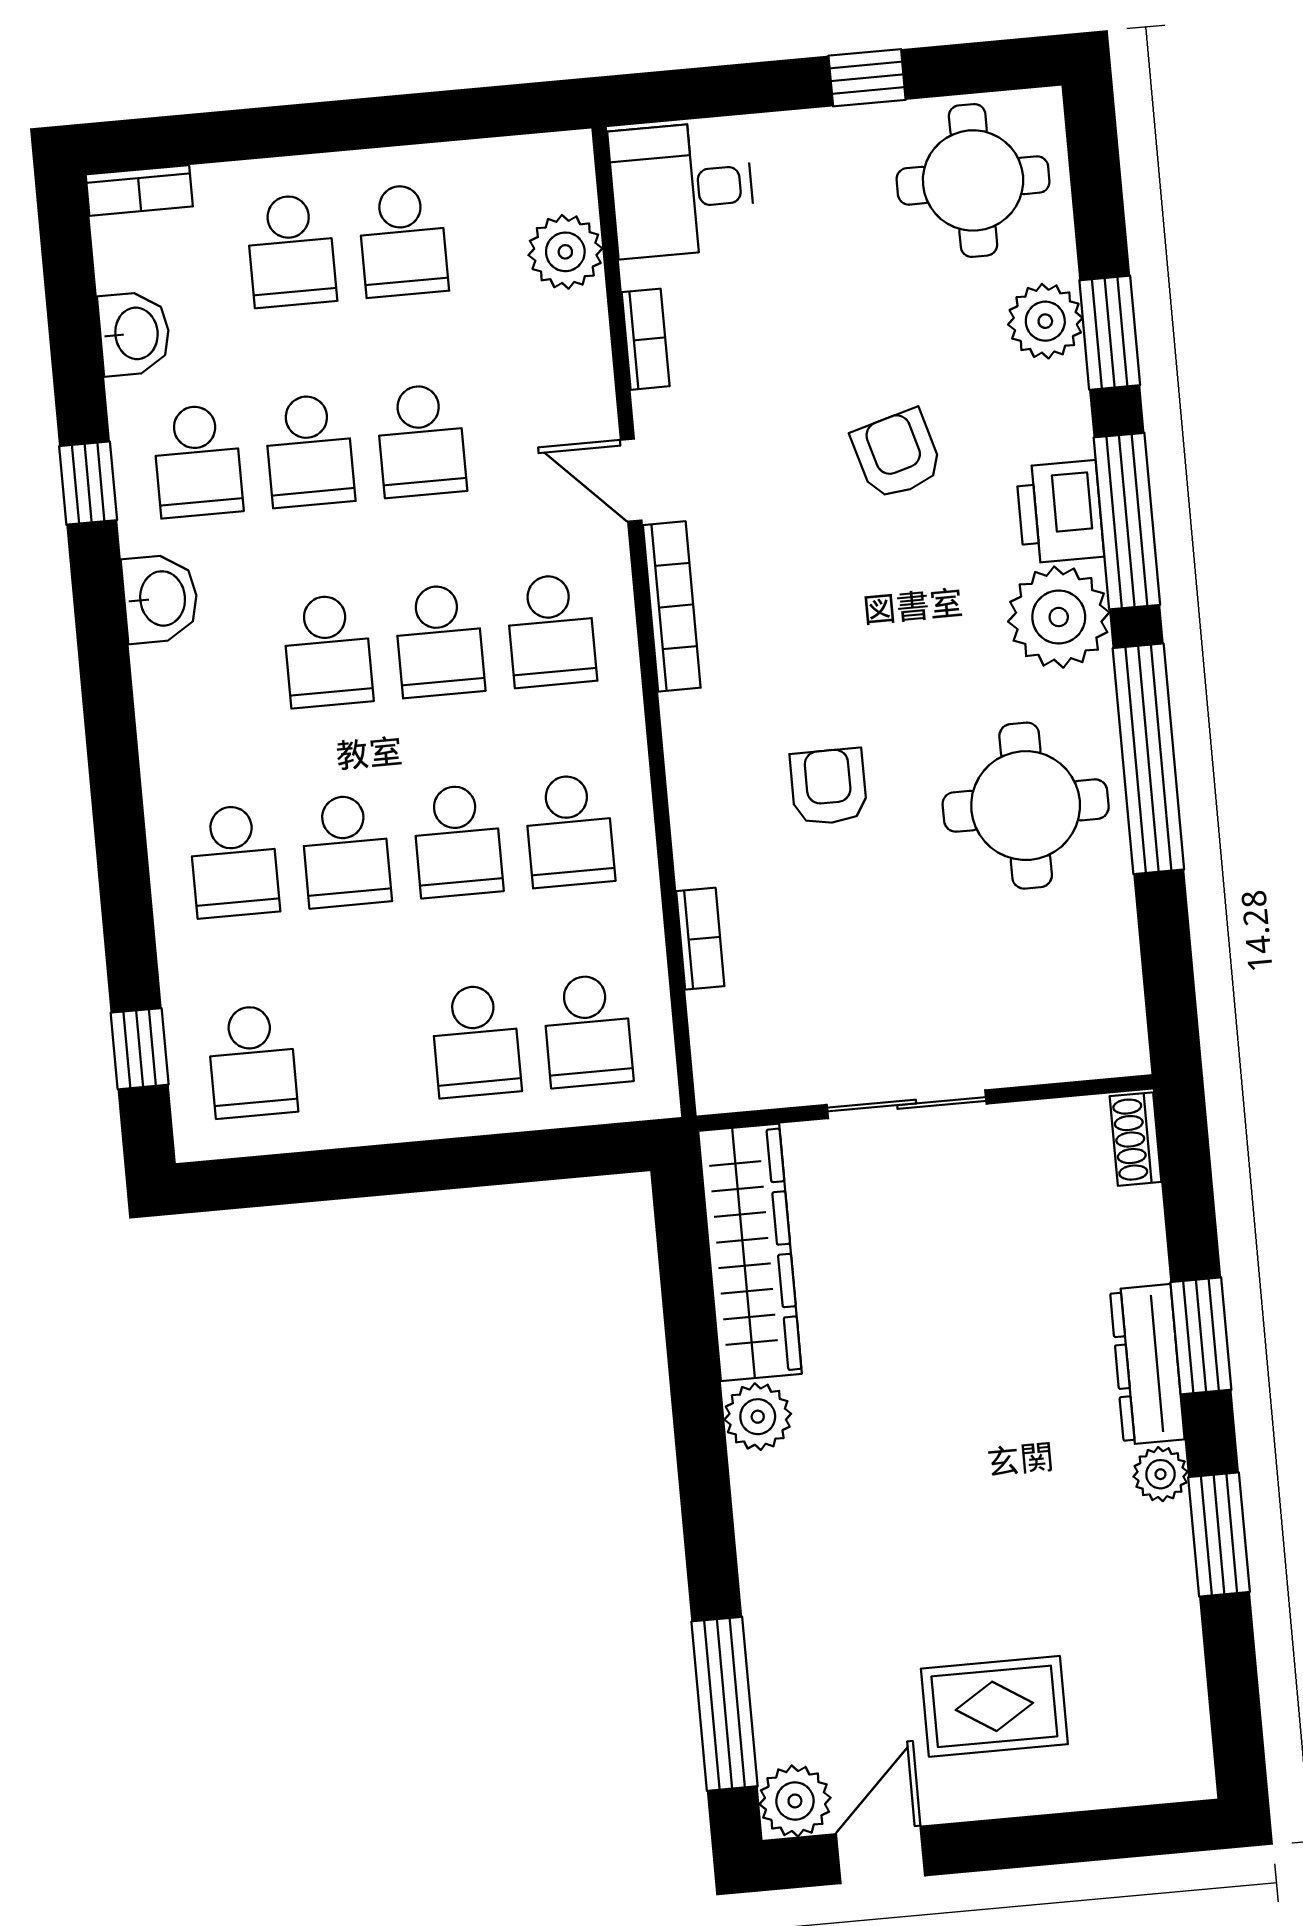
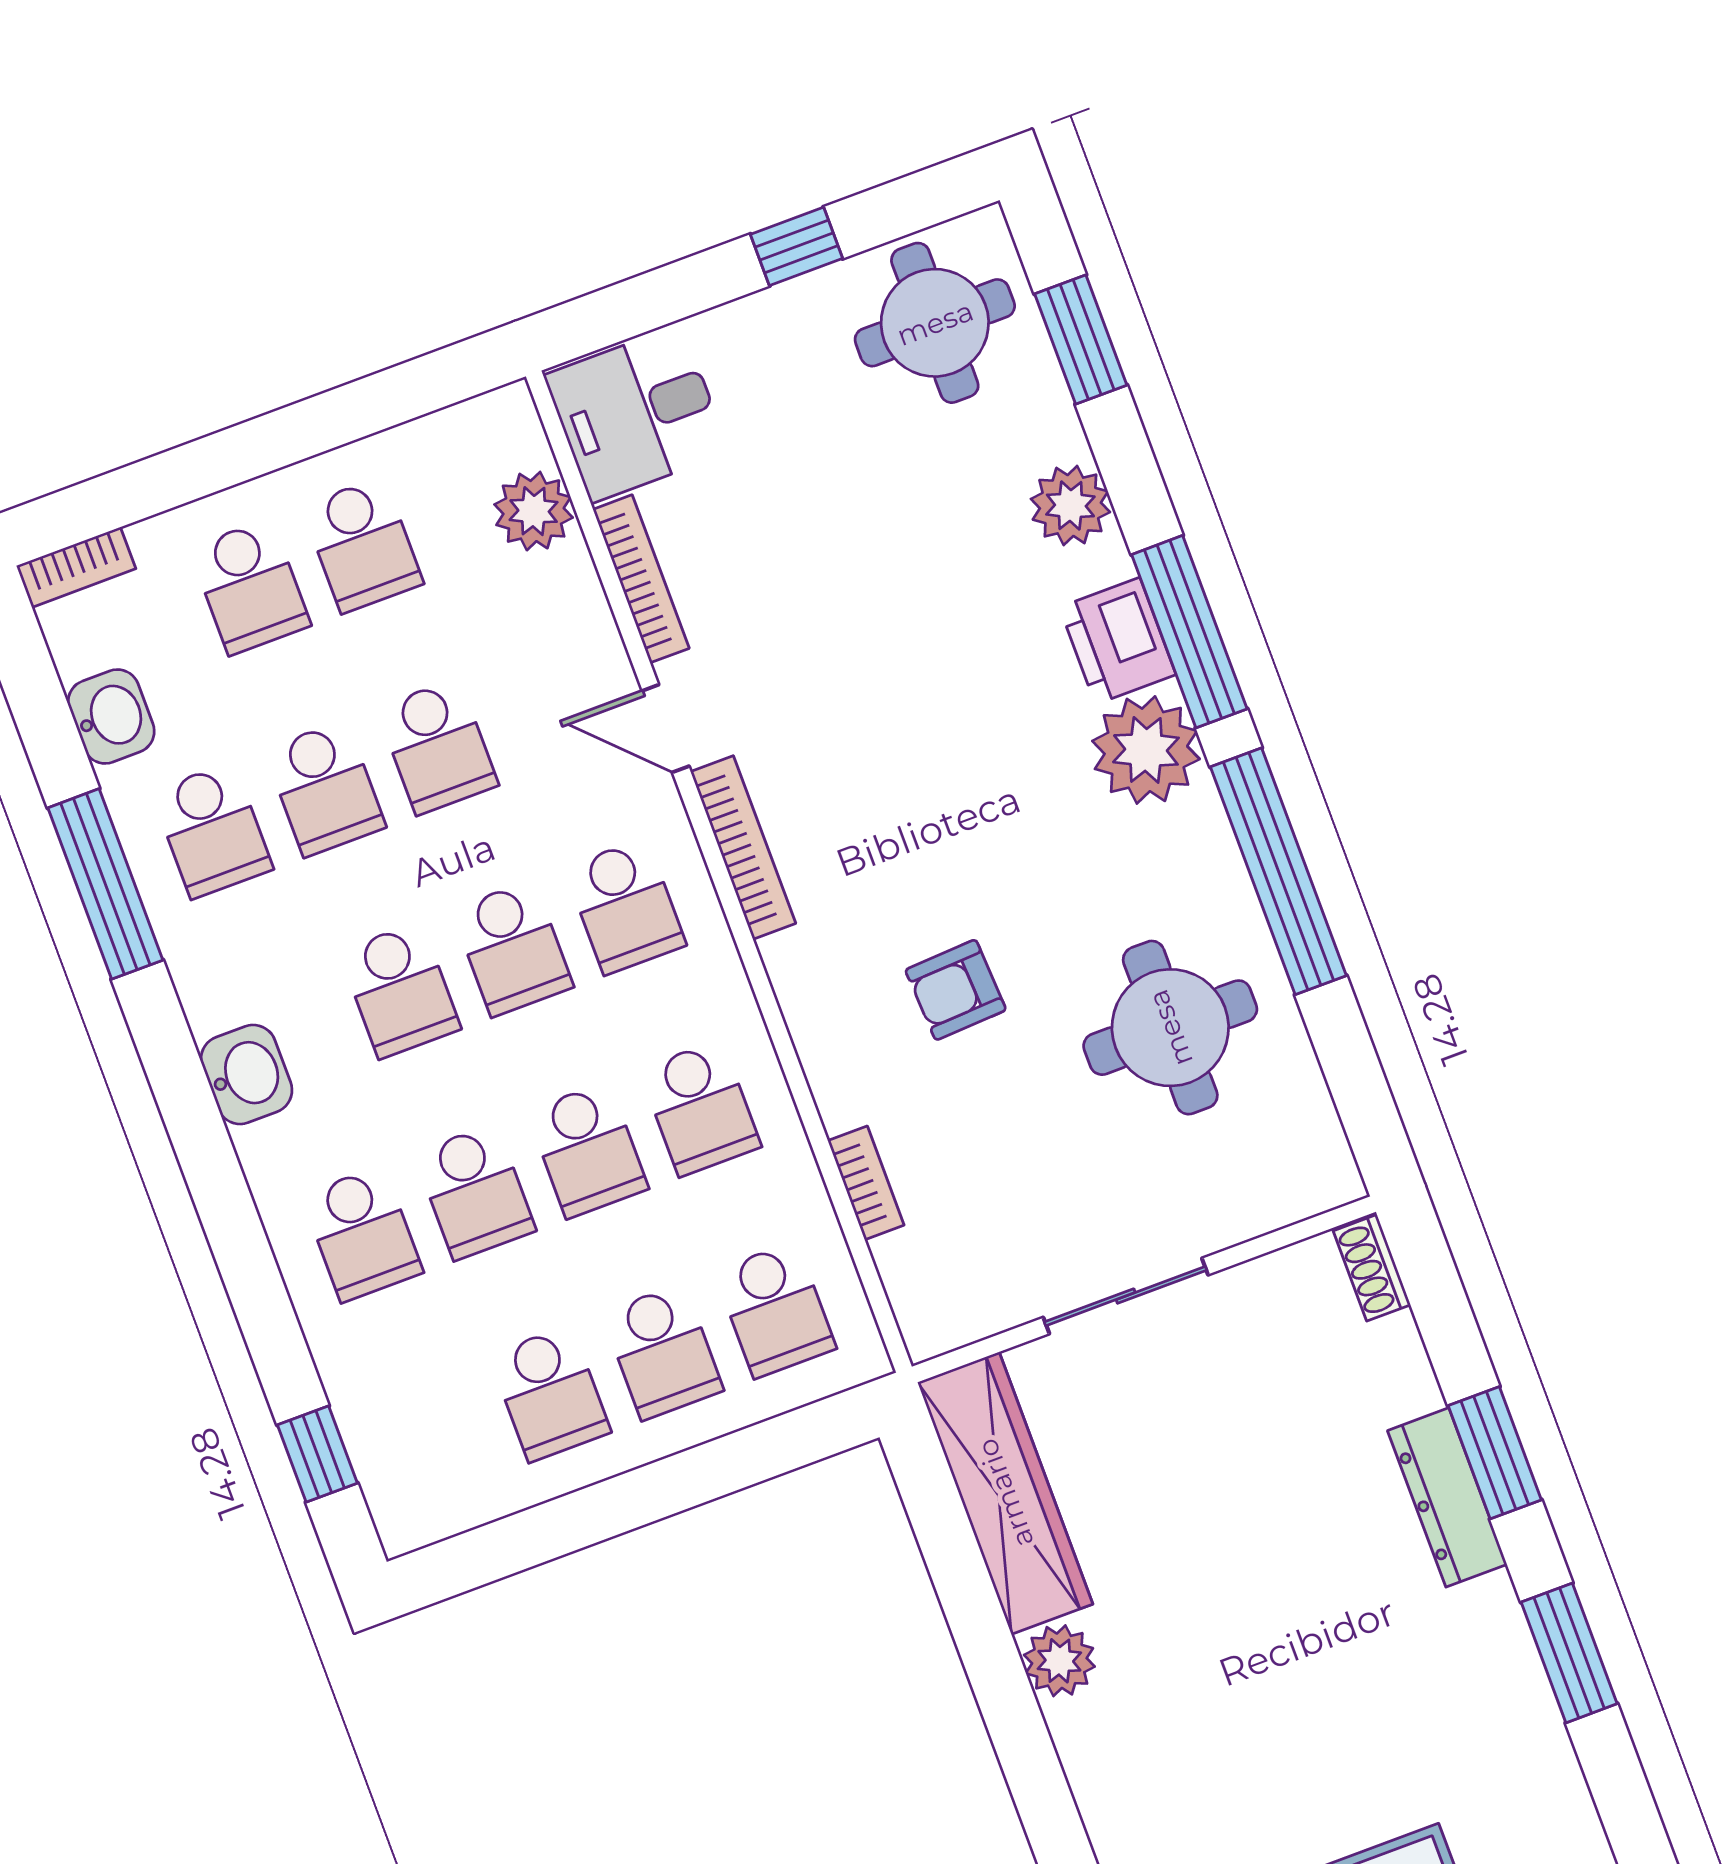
plant: (1045, 321) -> (1070, 506), moved
window: (1110, 333) -> (1081, 340), moved
bookcase: (646, 339) -> (641, 579), width x1.56
armchair: (897, 454) -> (933, 627), removed
window: (88, 483) -> (105, 884), width x2.17
washbasin: (160, 599) -> (247, 1075), moved
armchair: (829, 787) -> (956, 990), turned -93
round table: (1026, 806) -> (1170, 1028), moved
school desk: (252, 1061) -> (550, 1394), moved
plant: (1161, 1474) -> (1492, 1607), removed

